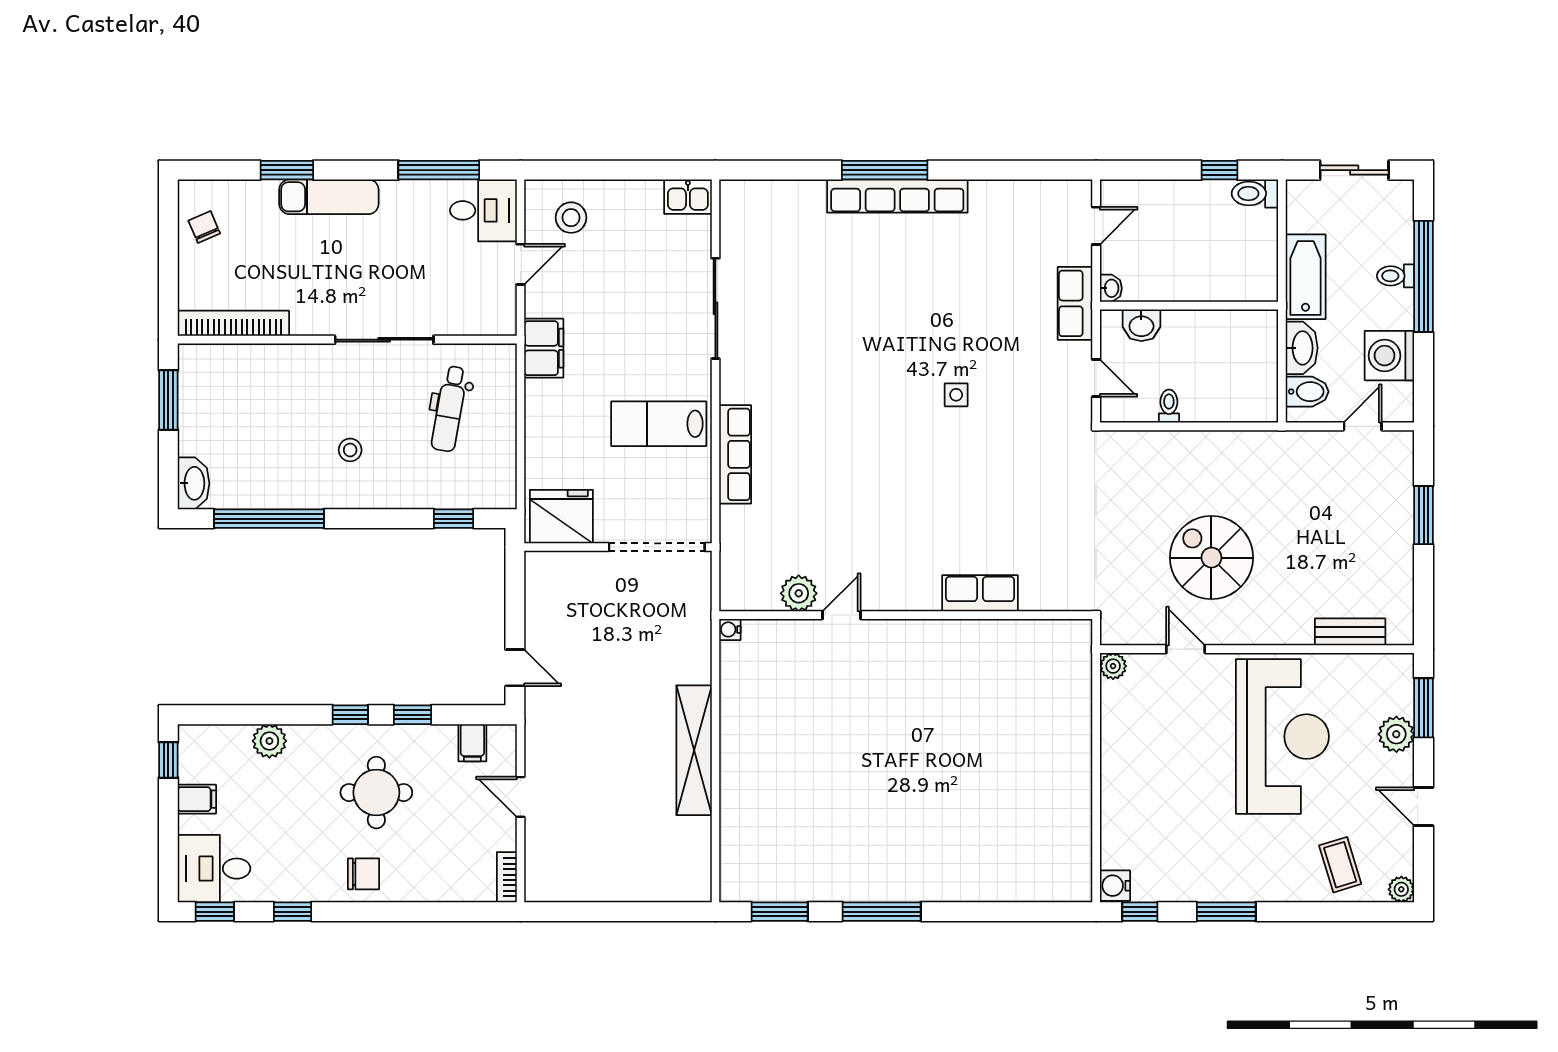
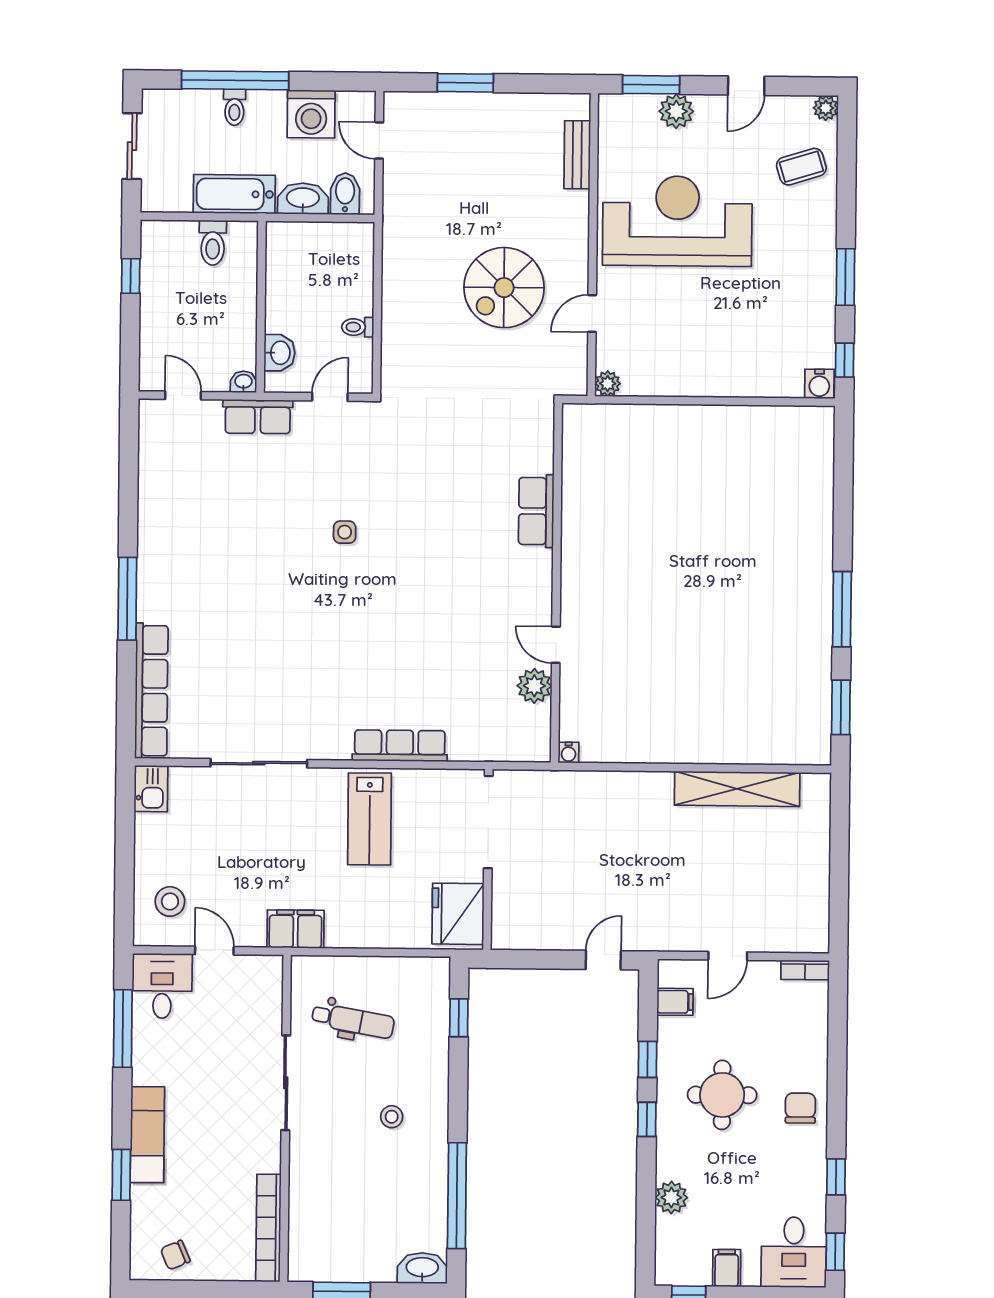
toilet: (1255, 193) -> (213, 243), moved
row of seats: (897, 196) -> (151, 691), moved
shelving: (694, 750) -> (737, 789), moved

